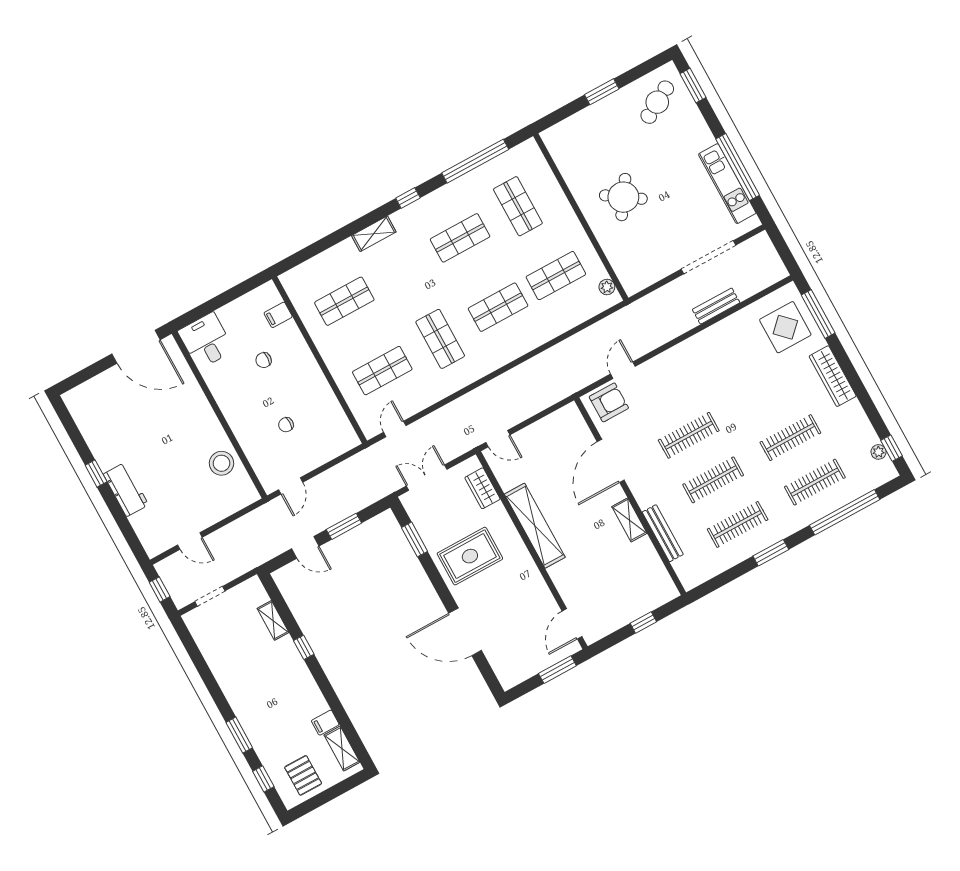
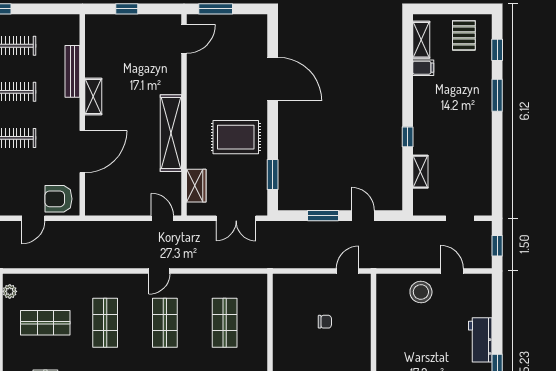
shop shelf: (498, 307) -> (105, 323), turned 90
shop shelf: (382, 371) -> (225, 323), turned 90
door: (395, 429) -> (159, 271), moved
stool: (222, 463) -> (421, 292), moved

